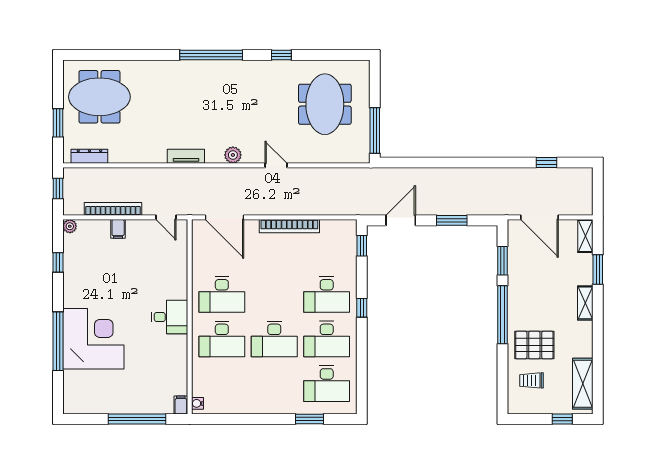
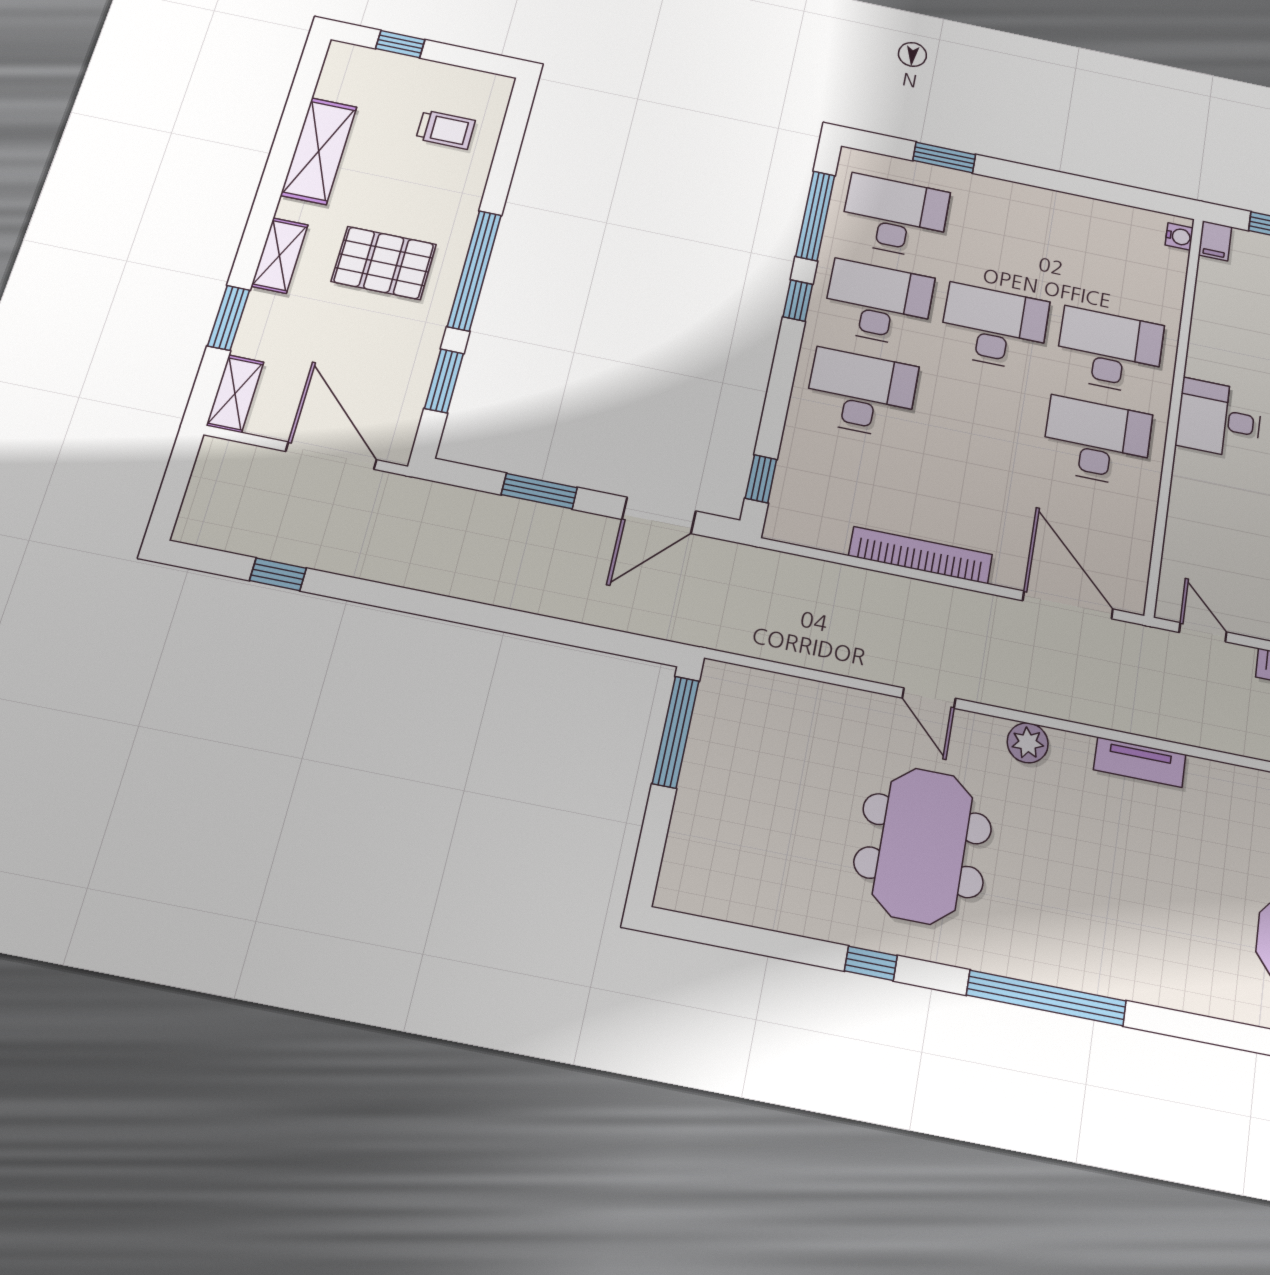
meeting table: (325, 104) -> (923, 845), moved
window: (362, 308) -> (798, 301), moved
pallet: (534, 345) -> (384, 263), moved
window: (362, 376) -> (815, 216), added
shelving: (583, 384) -> (319, 151), moved

